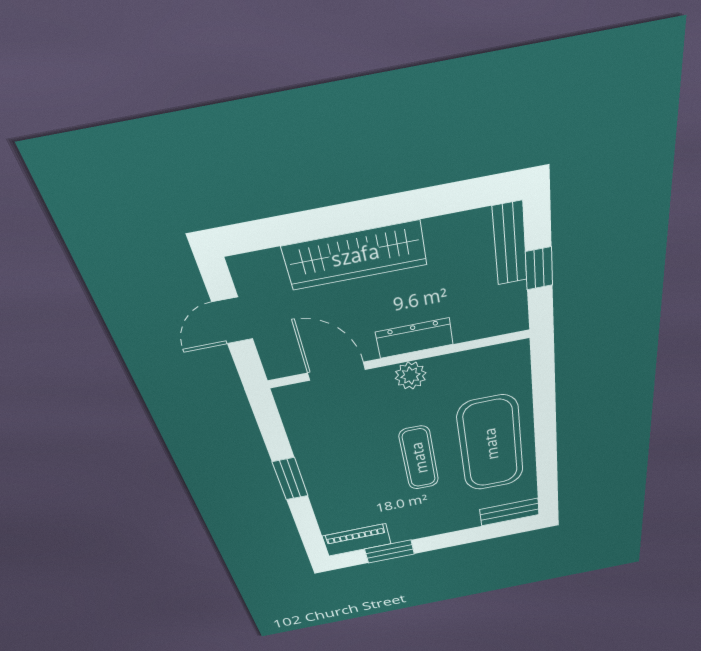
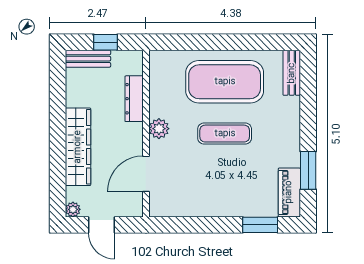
plant: (242, 268) -> (73, 209), added
dresser: (414, 338) -> (134, 99), moved
window: (290, 479) -> (260, 225), moved

